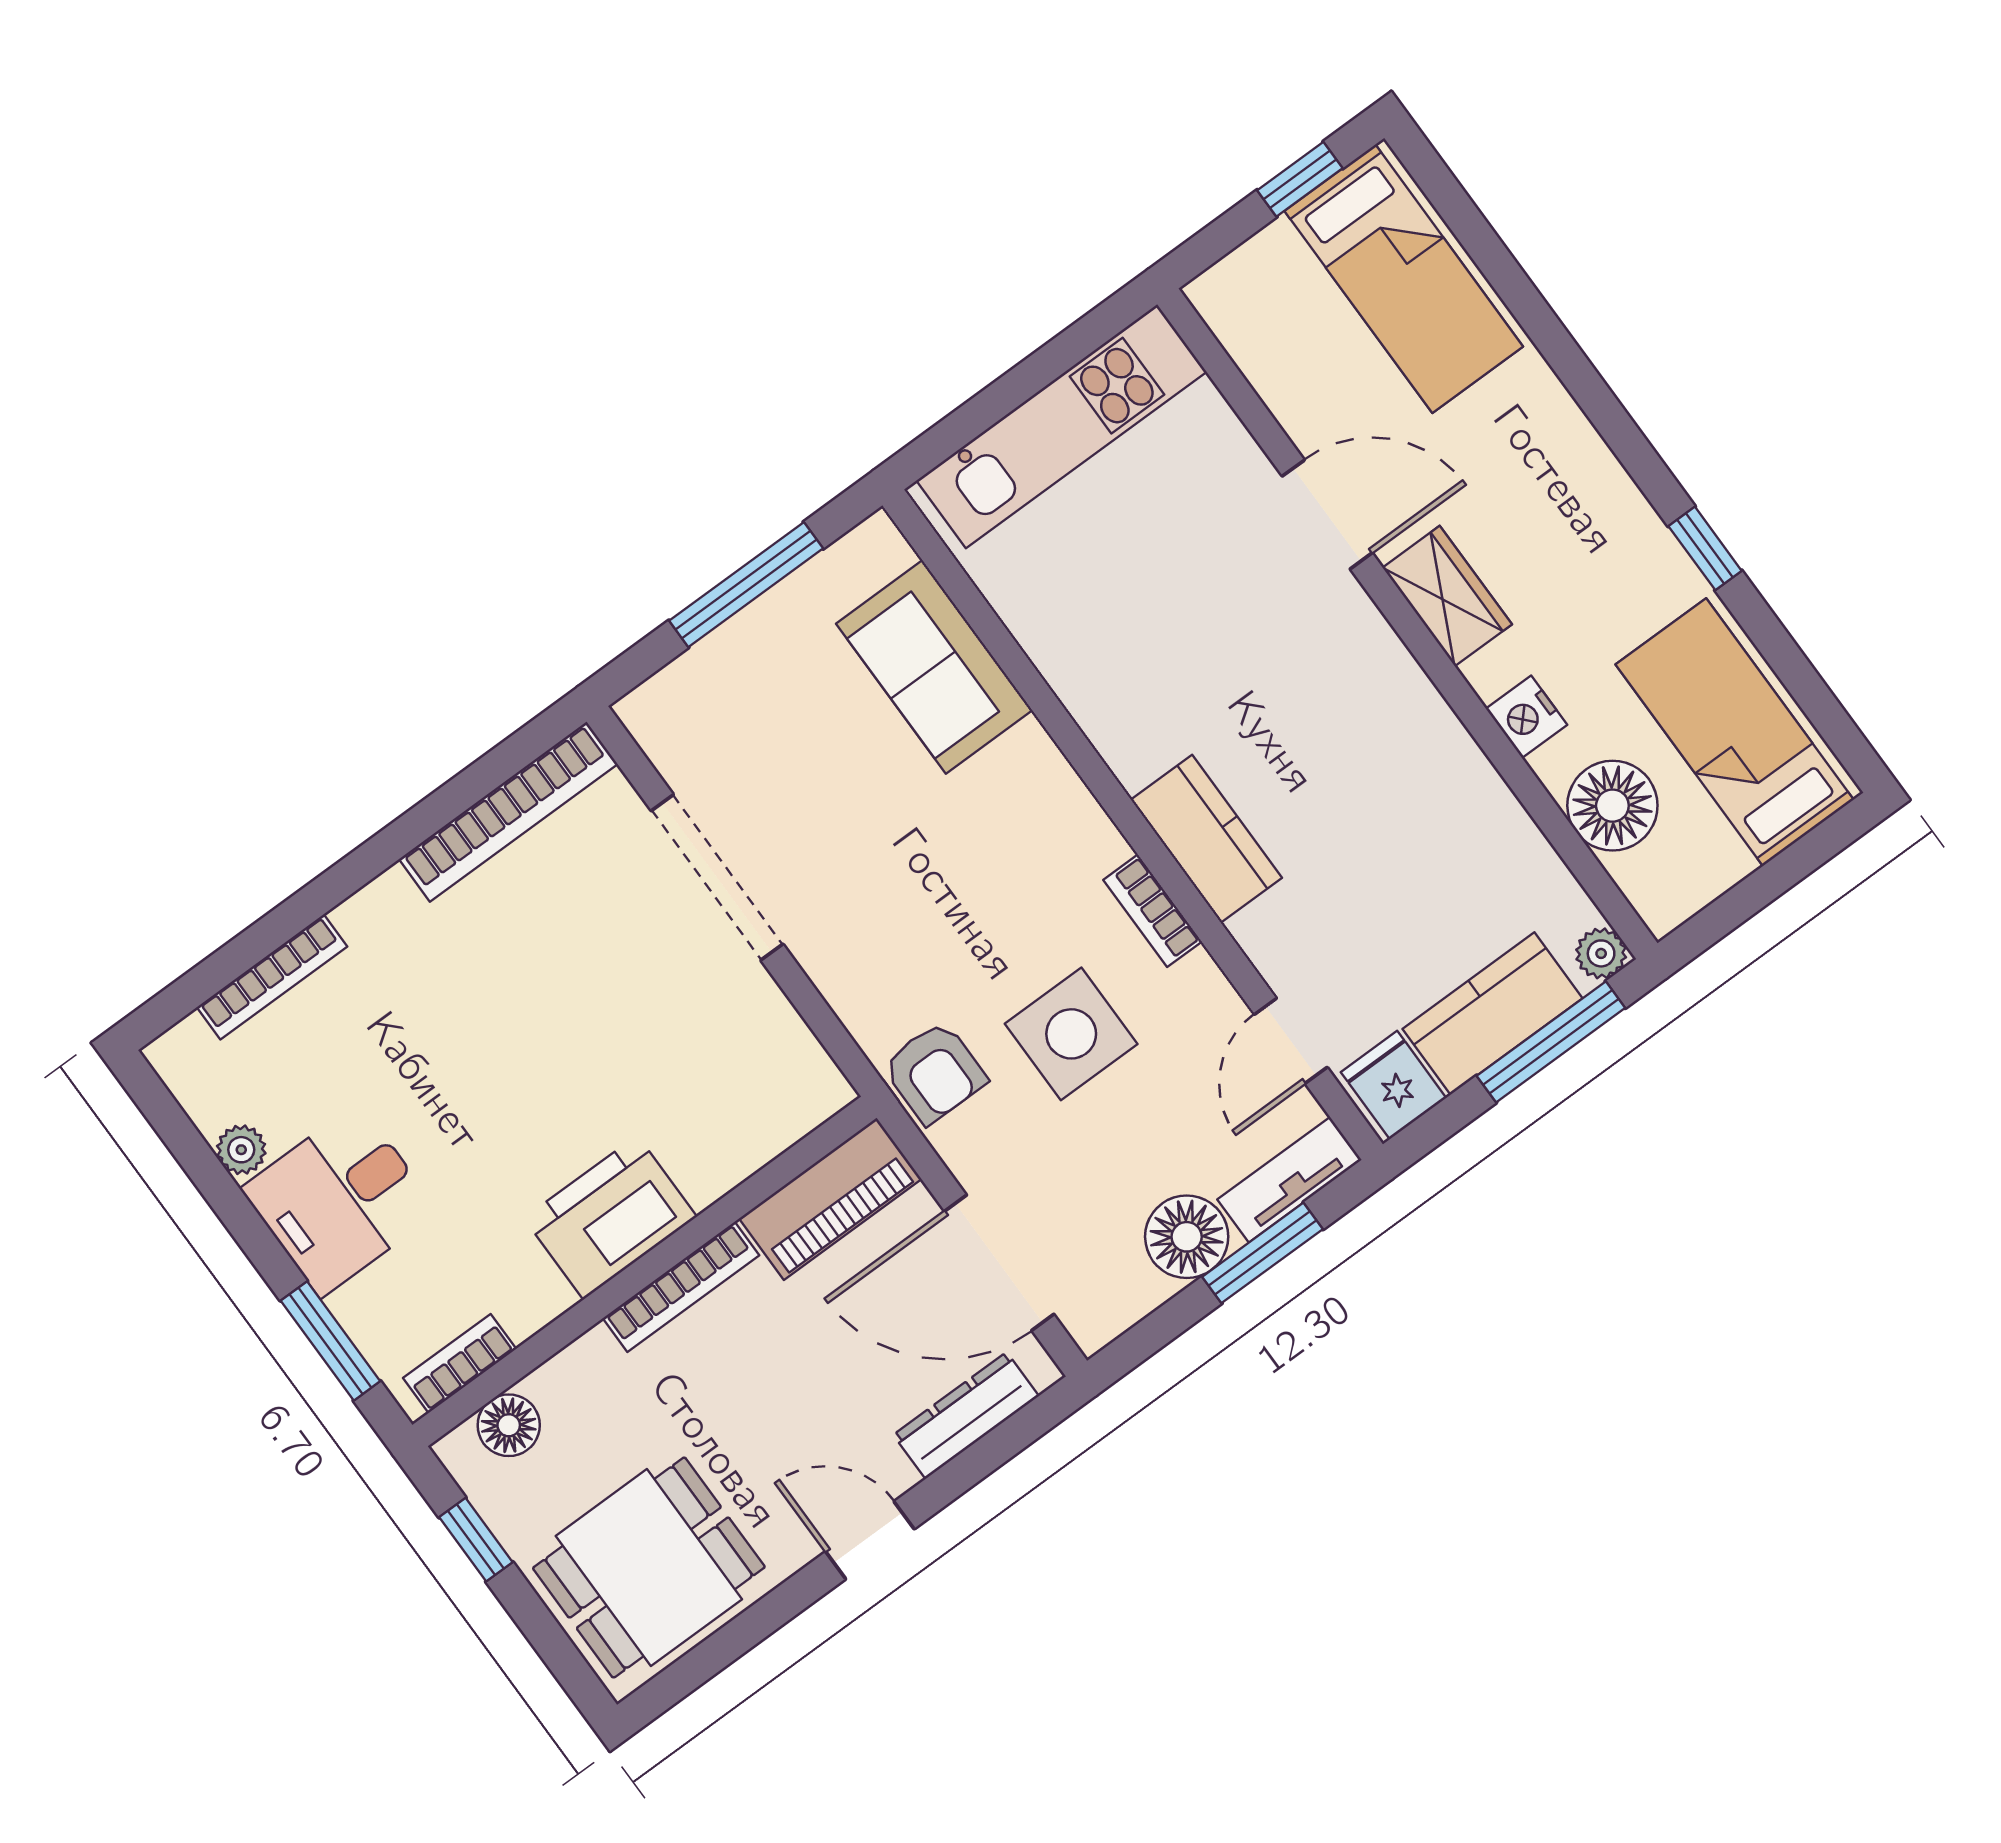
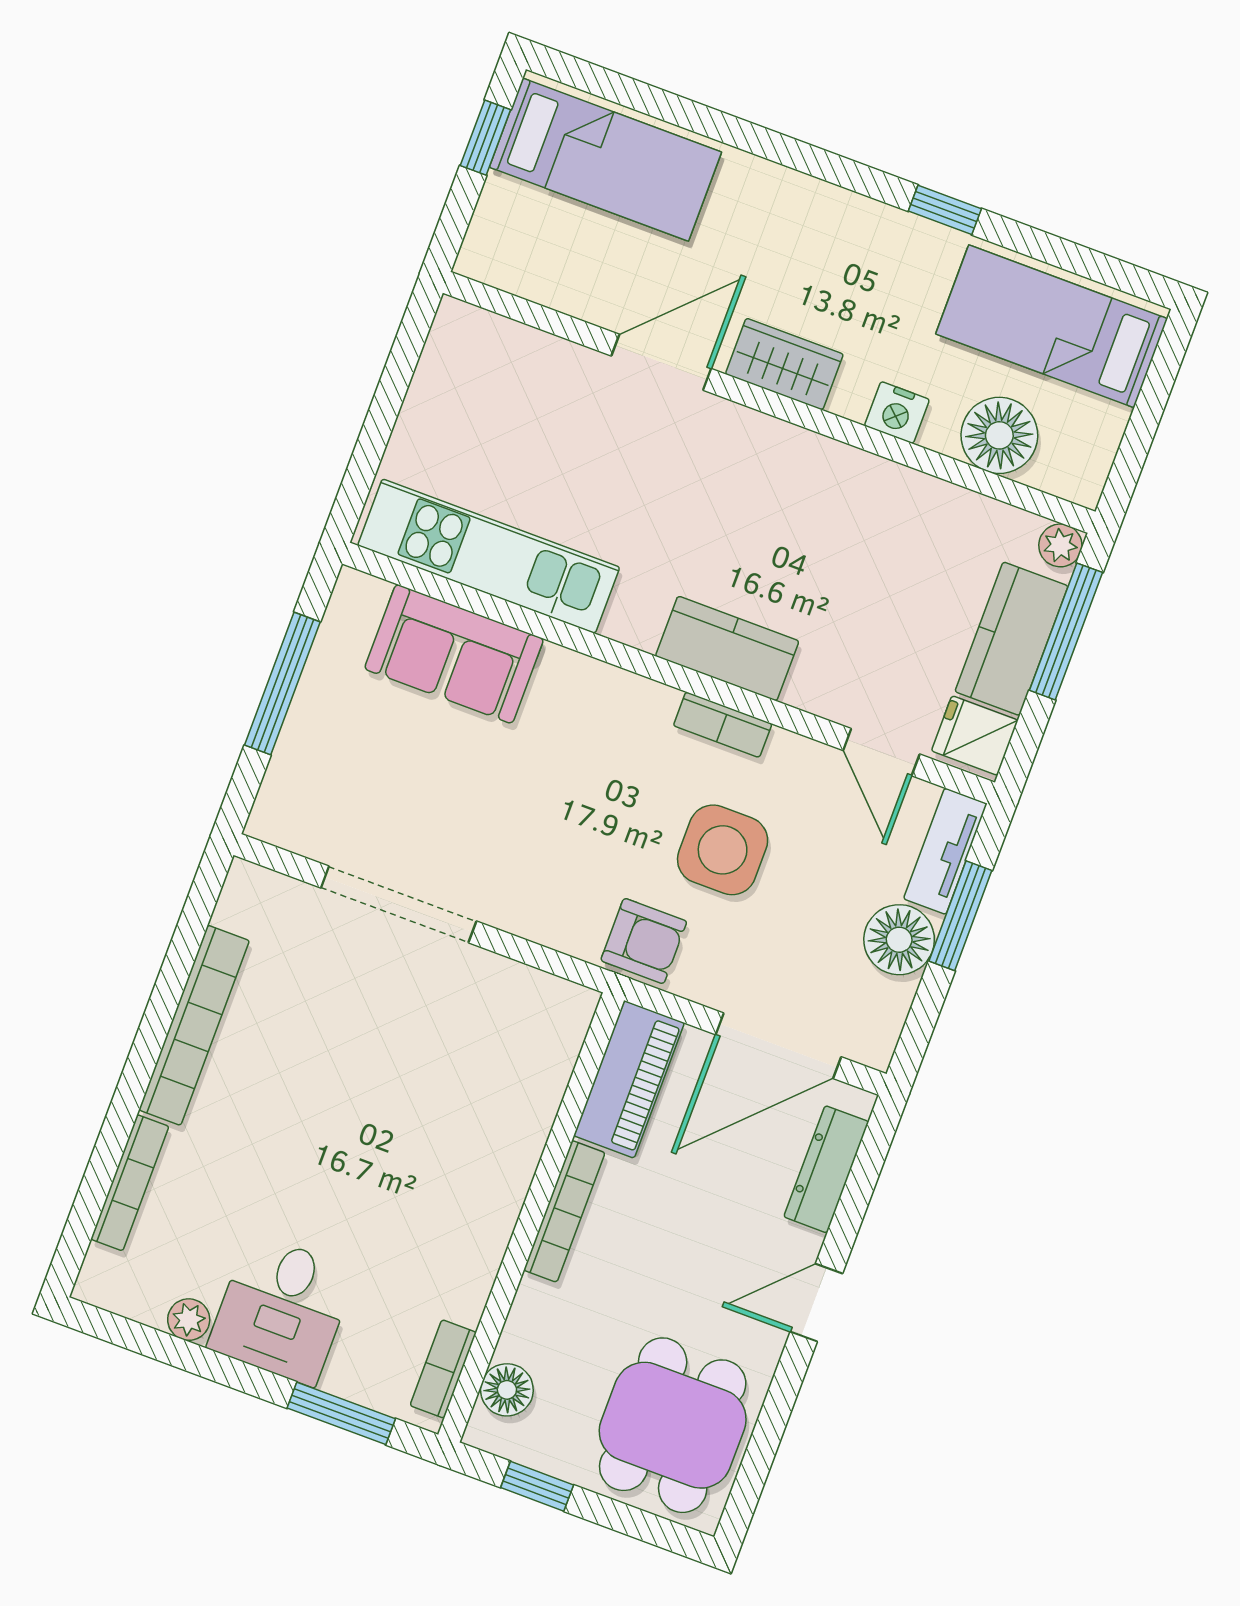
kitchen unit: (1061, 426) -> (489, 556), moved, turned -90
bookcase: (508, 812) -> (194, 1025), moved
printer: (610, 1217) -> (482, 1195), removed

